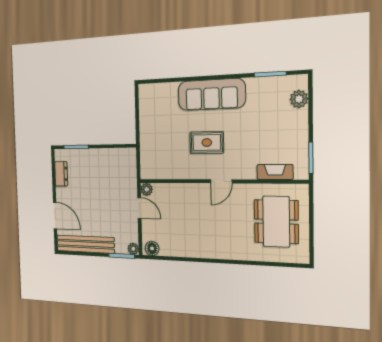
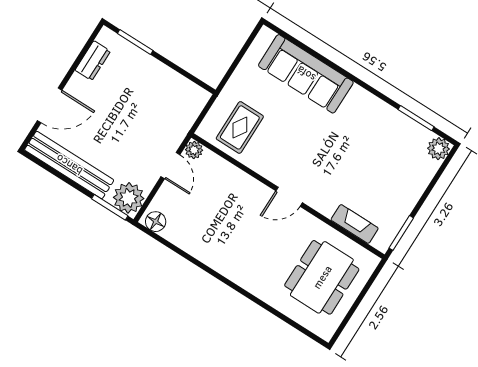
sofa: (211, 94) -> (306, 74), moved
plant: (299, 99) -> (439, 149), moved
rug: (207, 143) -> (240, 127), moved, turned 90
door: (55, 216) -> (50, 105), hinge flipped
plant: (133, 249) -> (129, 198), width x1.87, depth x1.87

